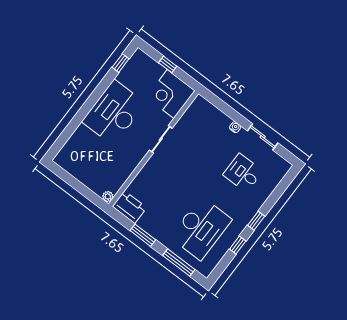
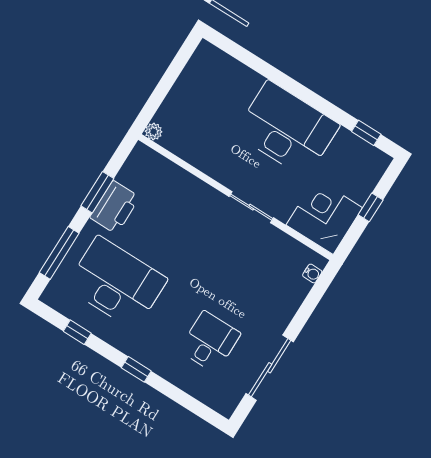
water cooler: (235, 127) -> (312, 273), moved
sliding door: (263, 137) -> (270, 368), width x1.37
printer: (130, 207) -> (115, 207), moved
desk: (201, 228) -> (116, 283), turned 180
window: (238, 245) -> (77, 332), moved

